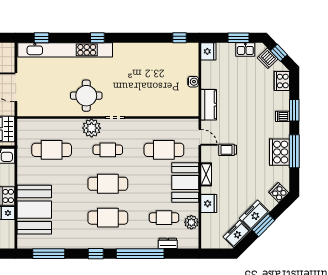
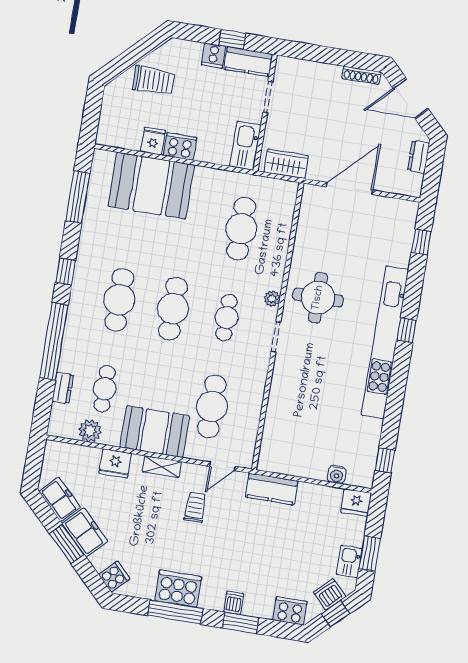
kitchen unit: (65, 50) -> (385, 342), moved
water cooler: (193, 82) -> (337, 475), moved
plant: (92, 128) -> (272, 299), width x0.53, depth x0.53

